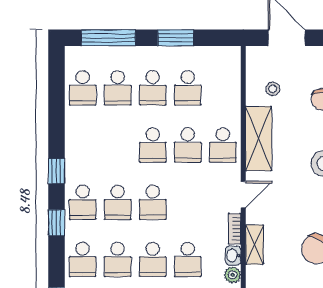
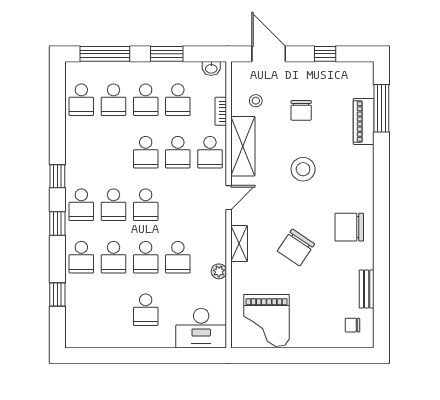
bookcase: (235, 229) -> (221, 111), moved
washbasin: (233, 255) -> (211, 68), moved, turned -90

